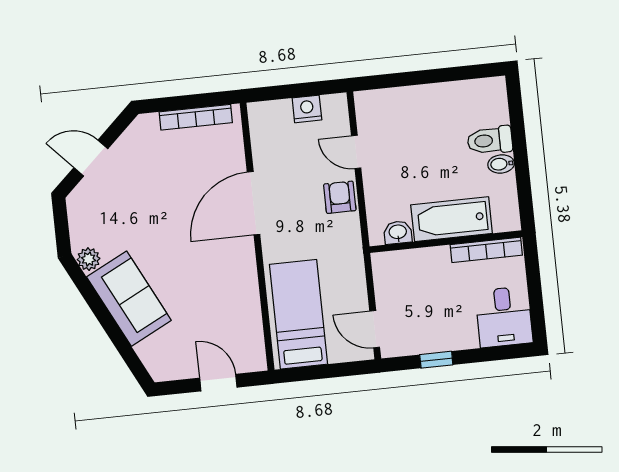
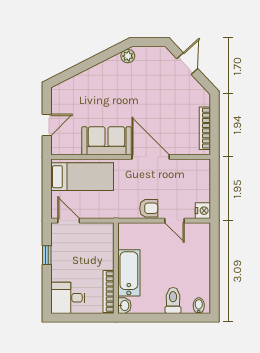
nightstand: (307, 109) -> (203, 211), moved
door: (356, 152) -> (174, 221), swing flipped
bidet: (501, 164) -> (199, 306), moved
washbasin: (398, 232) -> (124, 306), moved
sofa: (129, 299) -> (107, 141), moved, turned -153
door: (375, 329) -> (69, 221), hinge flipped

